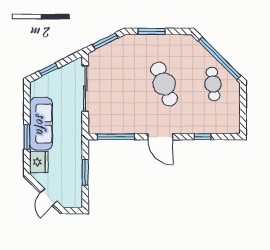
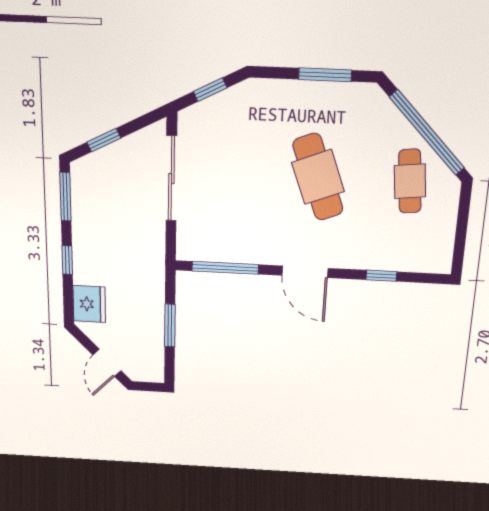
window: (152, 31) -> (325, 75), moved
window: (105, 41) -> (210, 90), width x0.67
window: (27, 101) -> (65, 197), added
sofa: (41, 124) -> (92, 238), removed
window: (27, 137) -> (67, 260), width x0.67

